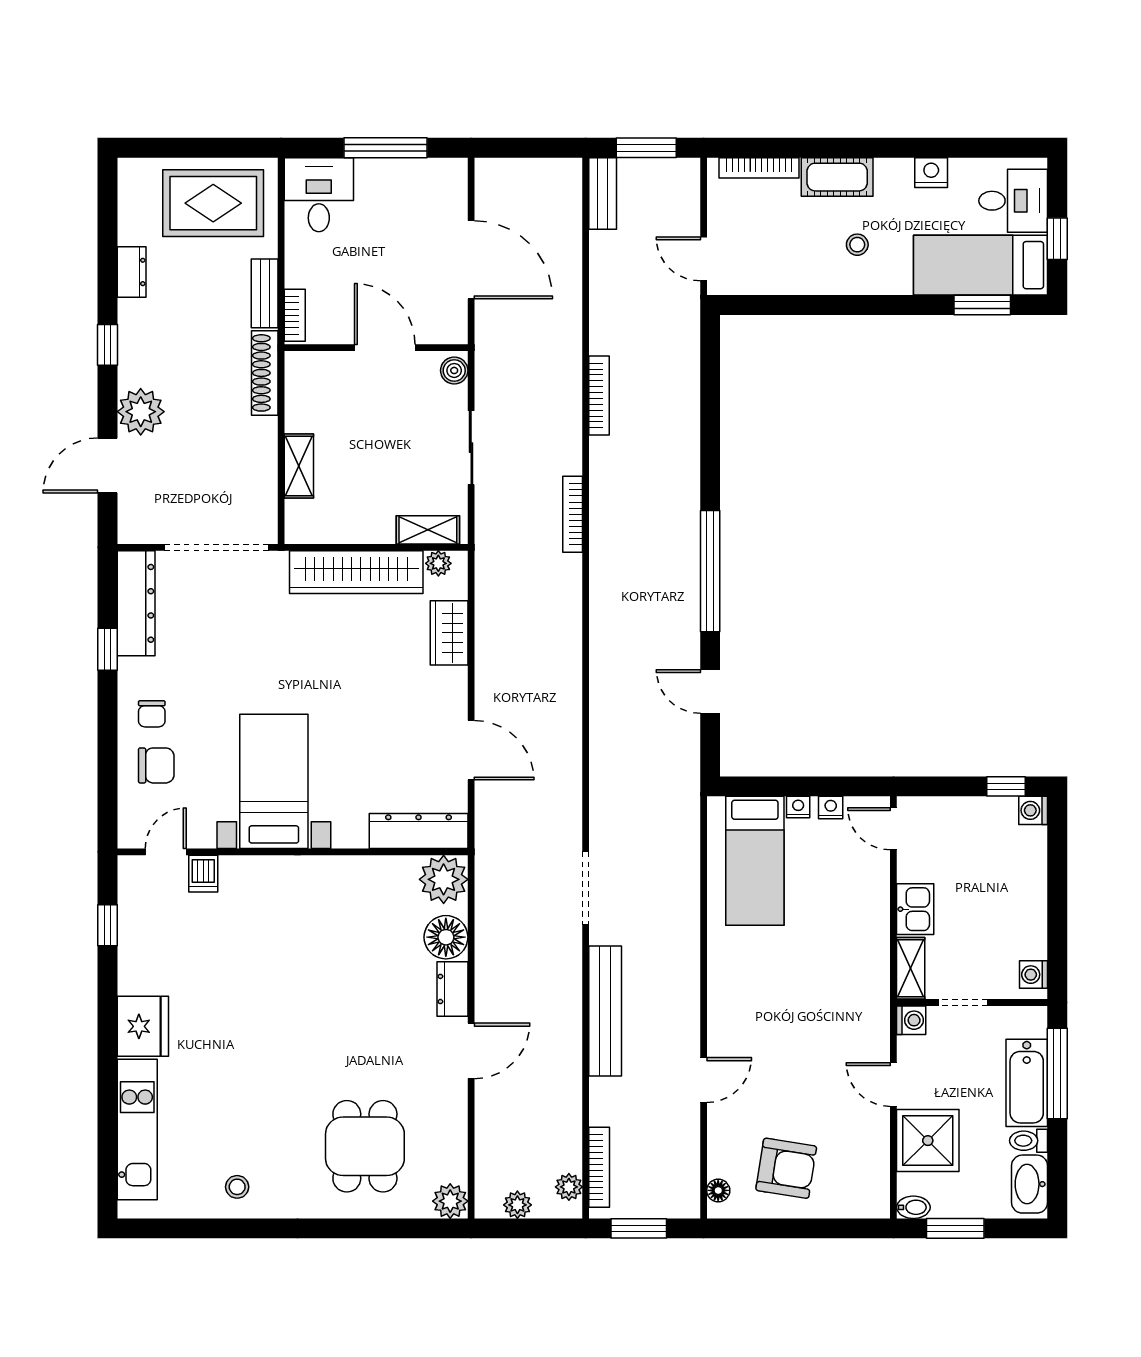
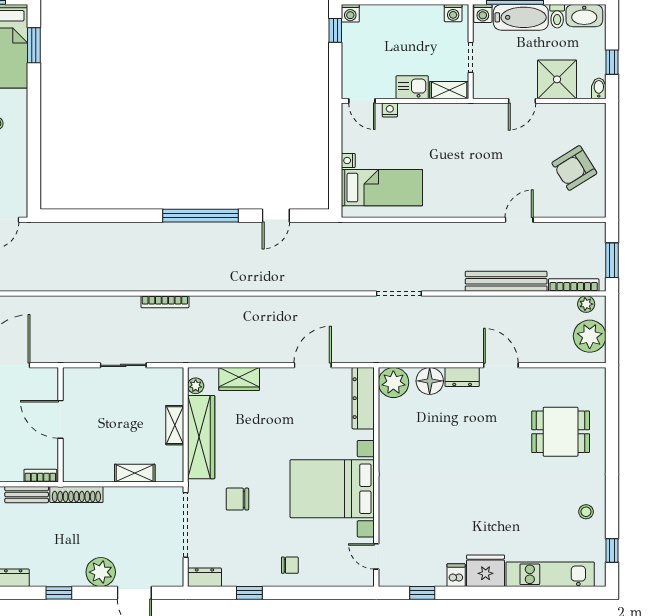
door: (385, 348) -> (61, 419), hinge flipped
boiler: (454, 370) -> (75, 376), removed
bookcase: (599, 395) -> (91, 285), removed
shelving: (428, 530) -> (175, 425), moved
dresser: (136, 603) -> (204, 577), width x0.51, depth x0.80
chair: (156, 765) -> (237, 499), moved, turned -90
bed with nightstands: (274, 781) -> (332, 489), width x1.36
nightstand: (831, 808) -> (390, 110), moved, turned 90
door: (893, 829) -> (362, 101), hinge flipped
dishwasher: (203, 874) -> (456, 575), moved, turned -90
bench: (605, 1011) -> (506, 281), moved
washing machine: (911, 1020) -> (483, 13), moved, turned 180
door: (704, 1080) -> (519, 220), hinge flipped
armchair: (786, 1168) -> (574, 168), turned -131
floor lamp: (718, 1190) -> (588, 211), removed
plant: (450, 1201) -> (595, 378), removed
plant: (517, 1205) -> (590, 336), width x1.87, depth x1.87
window: (175, 1228) -> (612, 550), added
window: (955, 1228) -> (612, 62), width x0.67

